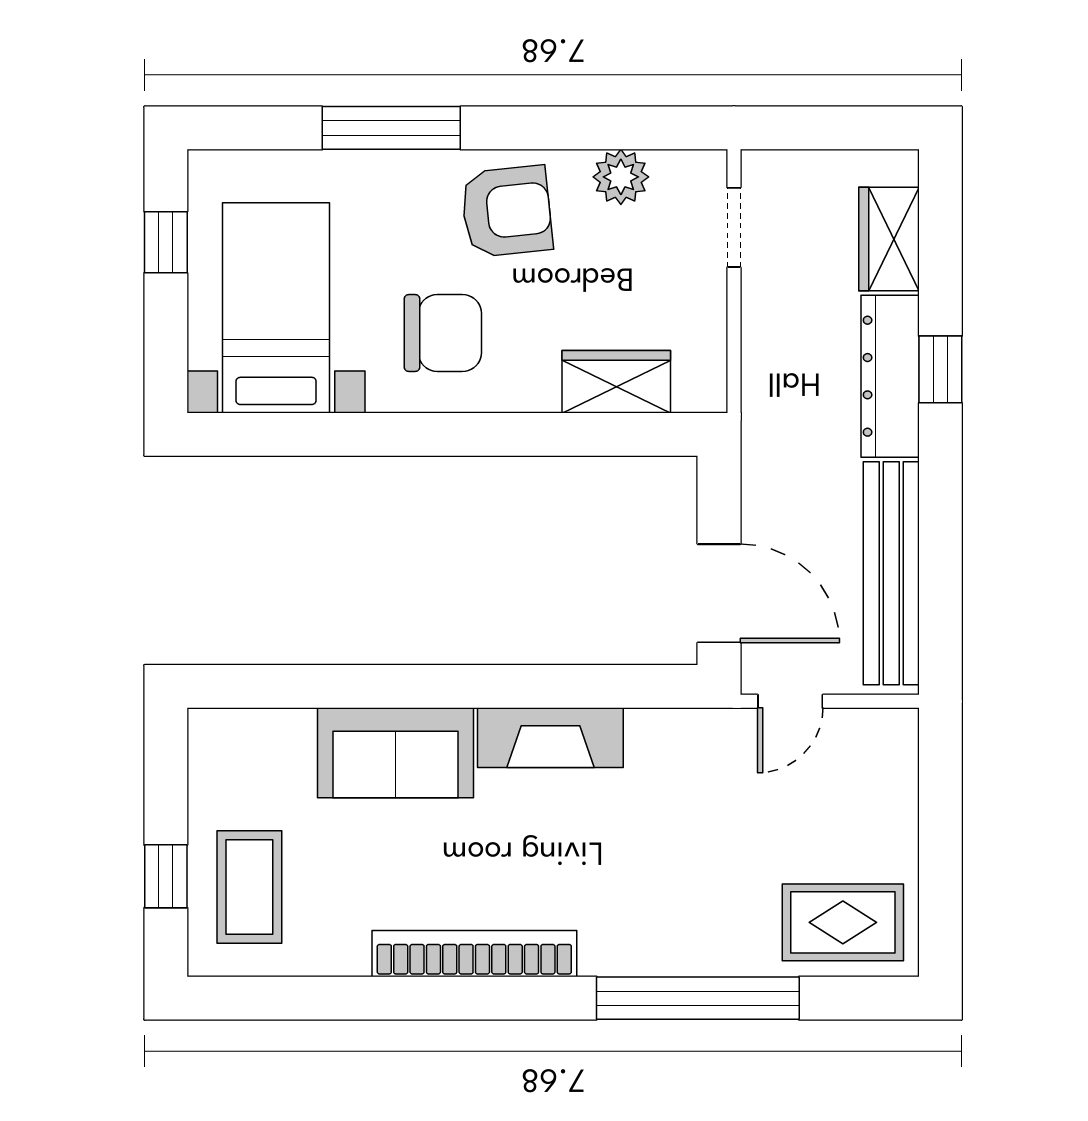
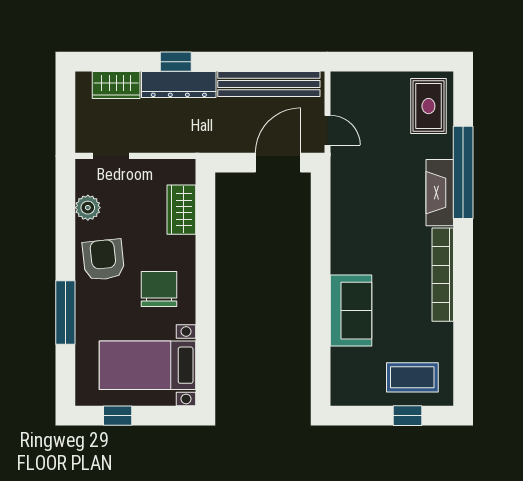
fireplace: (550, 738) -> (440, 193), moved, turned 180

